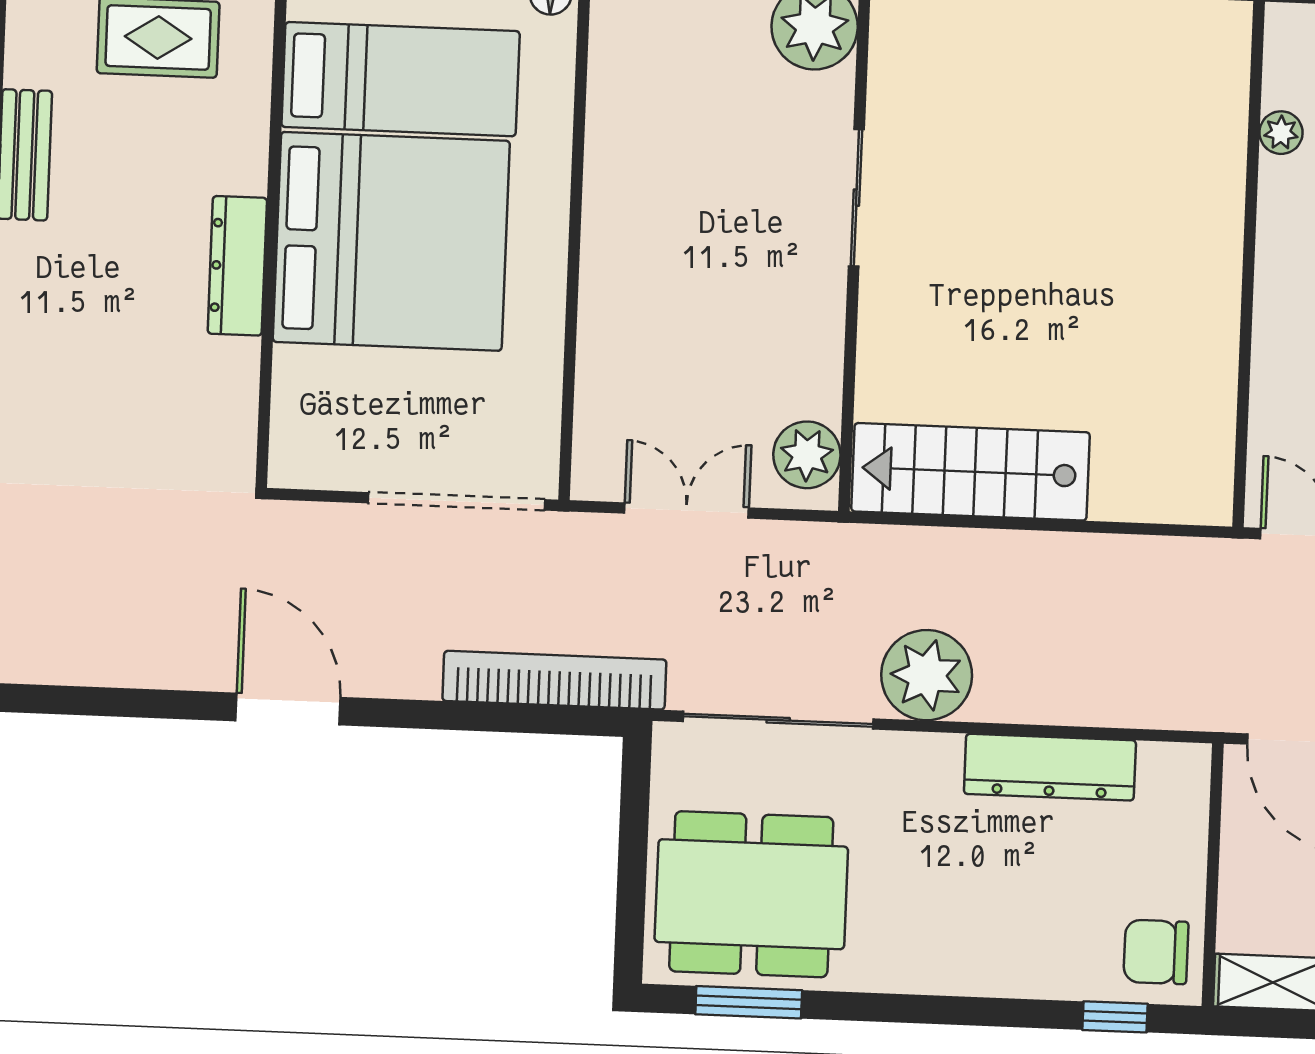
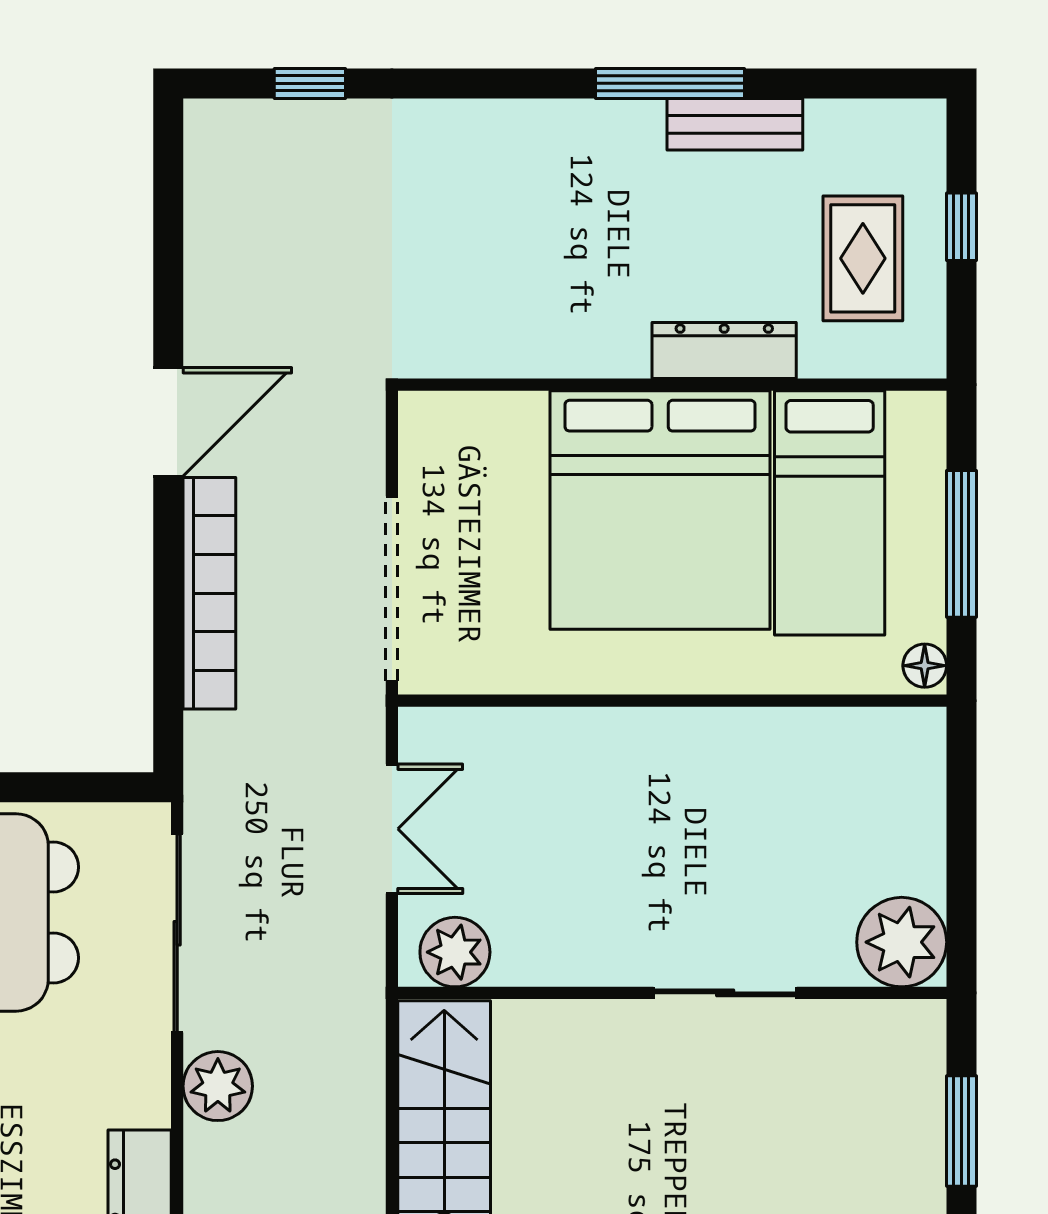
dresser: (237, 266) -> (724, 350), moved
plant: (927, 675) -> (218, 1086), width x0.73, depth x0.73
bookcase: (554, 680) -> (209, 593), moved

